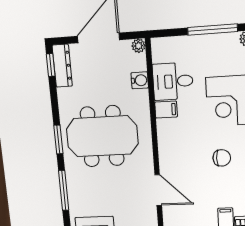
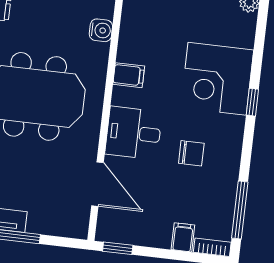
desk: (173, 81) -> (134, 133), moved

